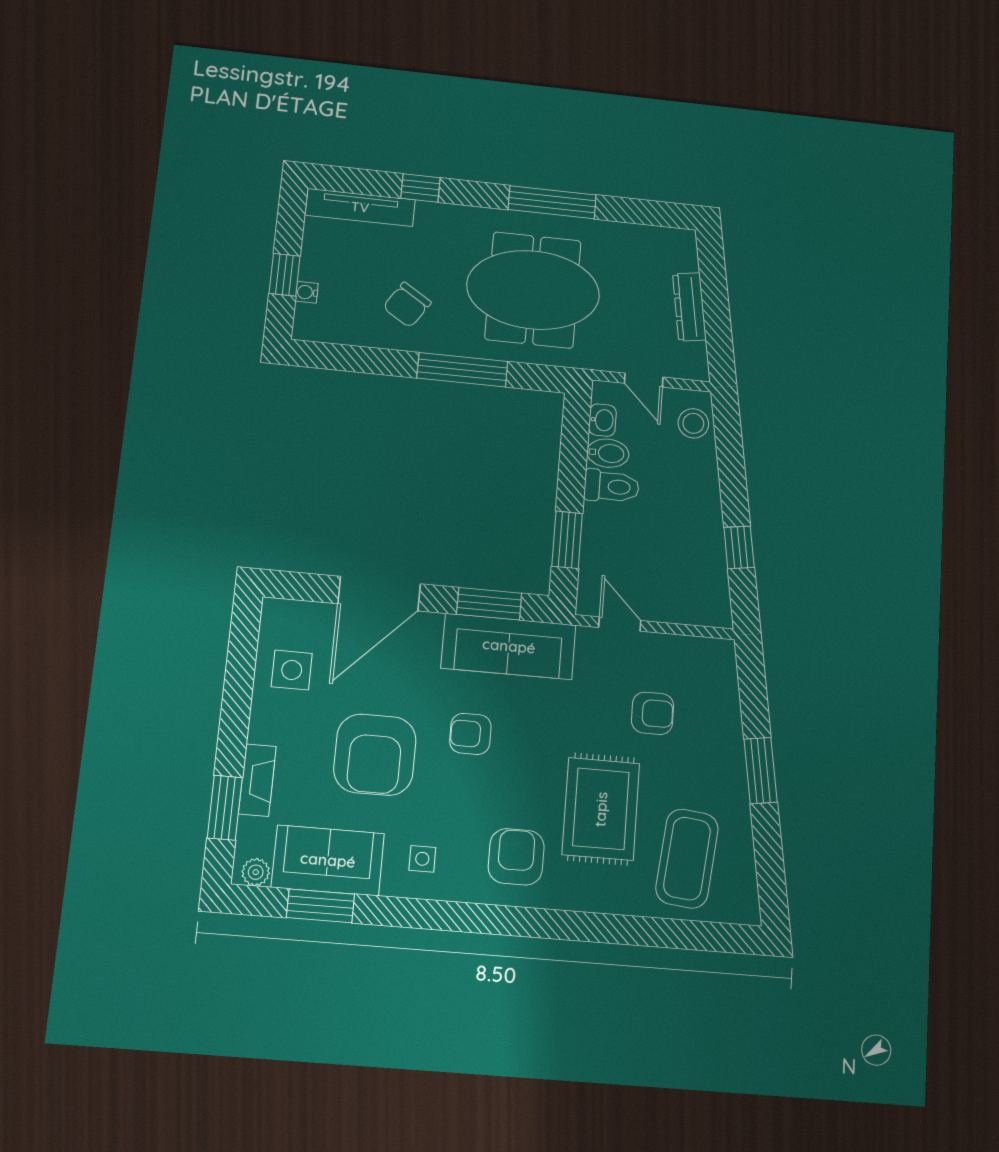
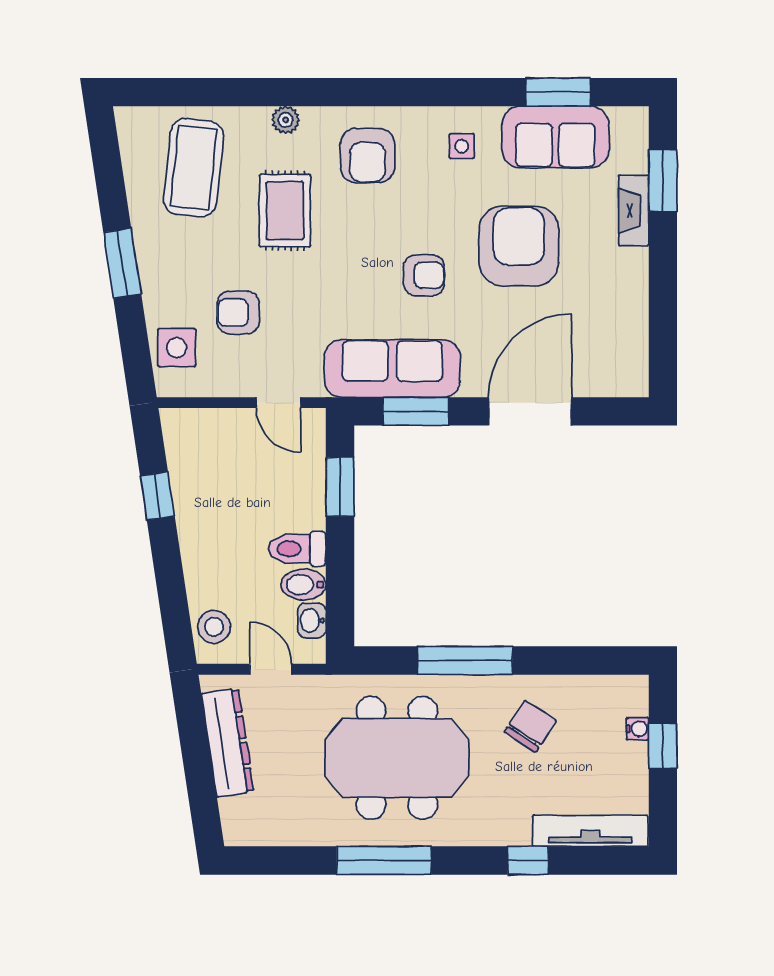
dresser: (689, 307) -> (228, 743), width x1.37, depth x1.24
side table: (292, 670) -> (177, 348), moved
rug: (601, 809) -> (285, 211), width x0.73, depth x0.70
plant: (256, 872) -> (286, 120), moved

